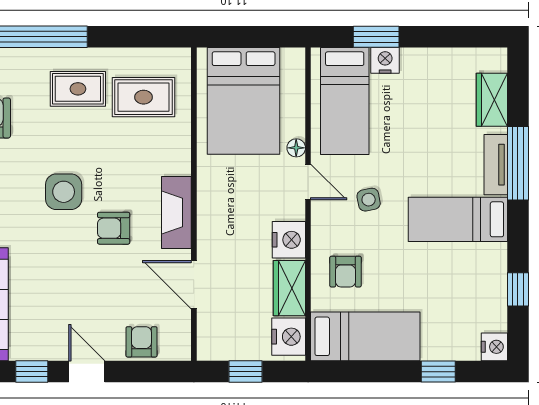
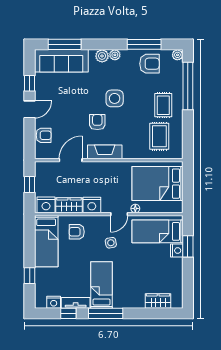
window: (518, 163) -> (106, 313), moved
tv unit: (496, 165) -> (76, 303), moved
nightstand: (494, 347) -> (54, 302), moved

